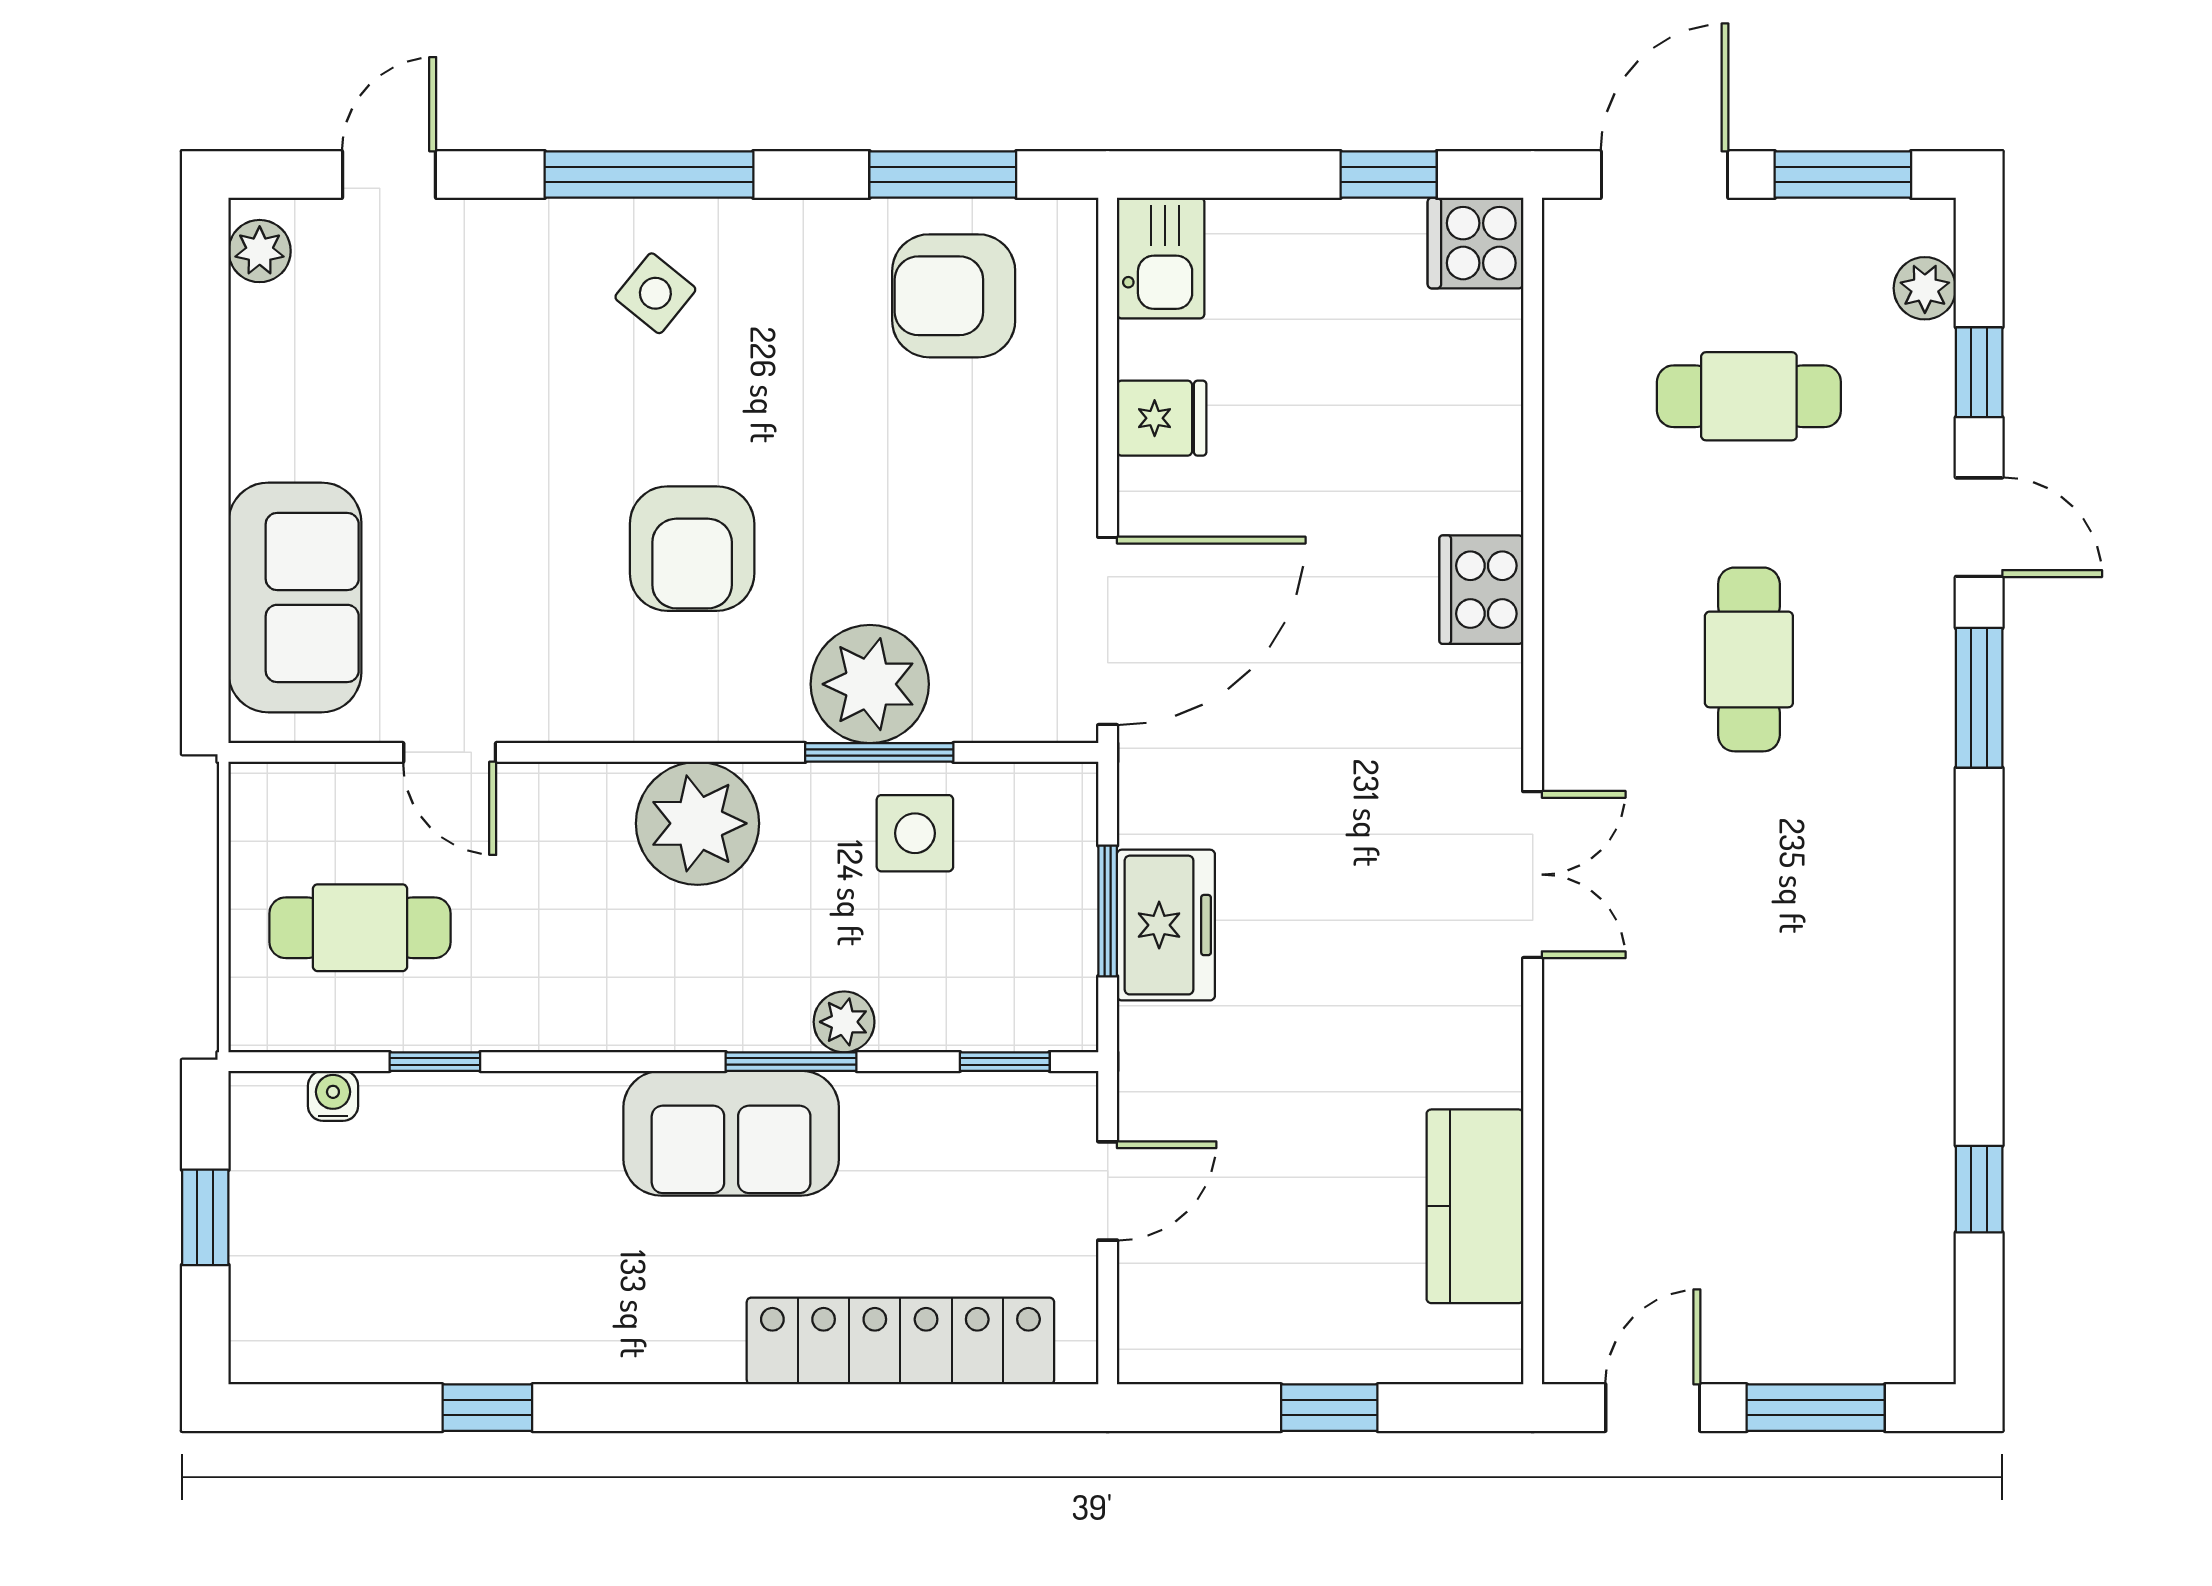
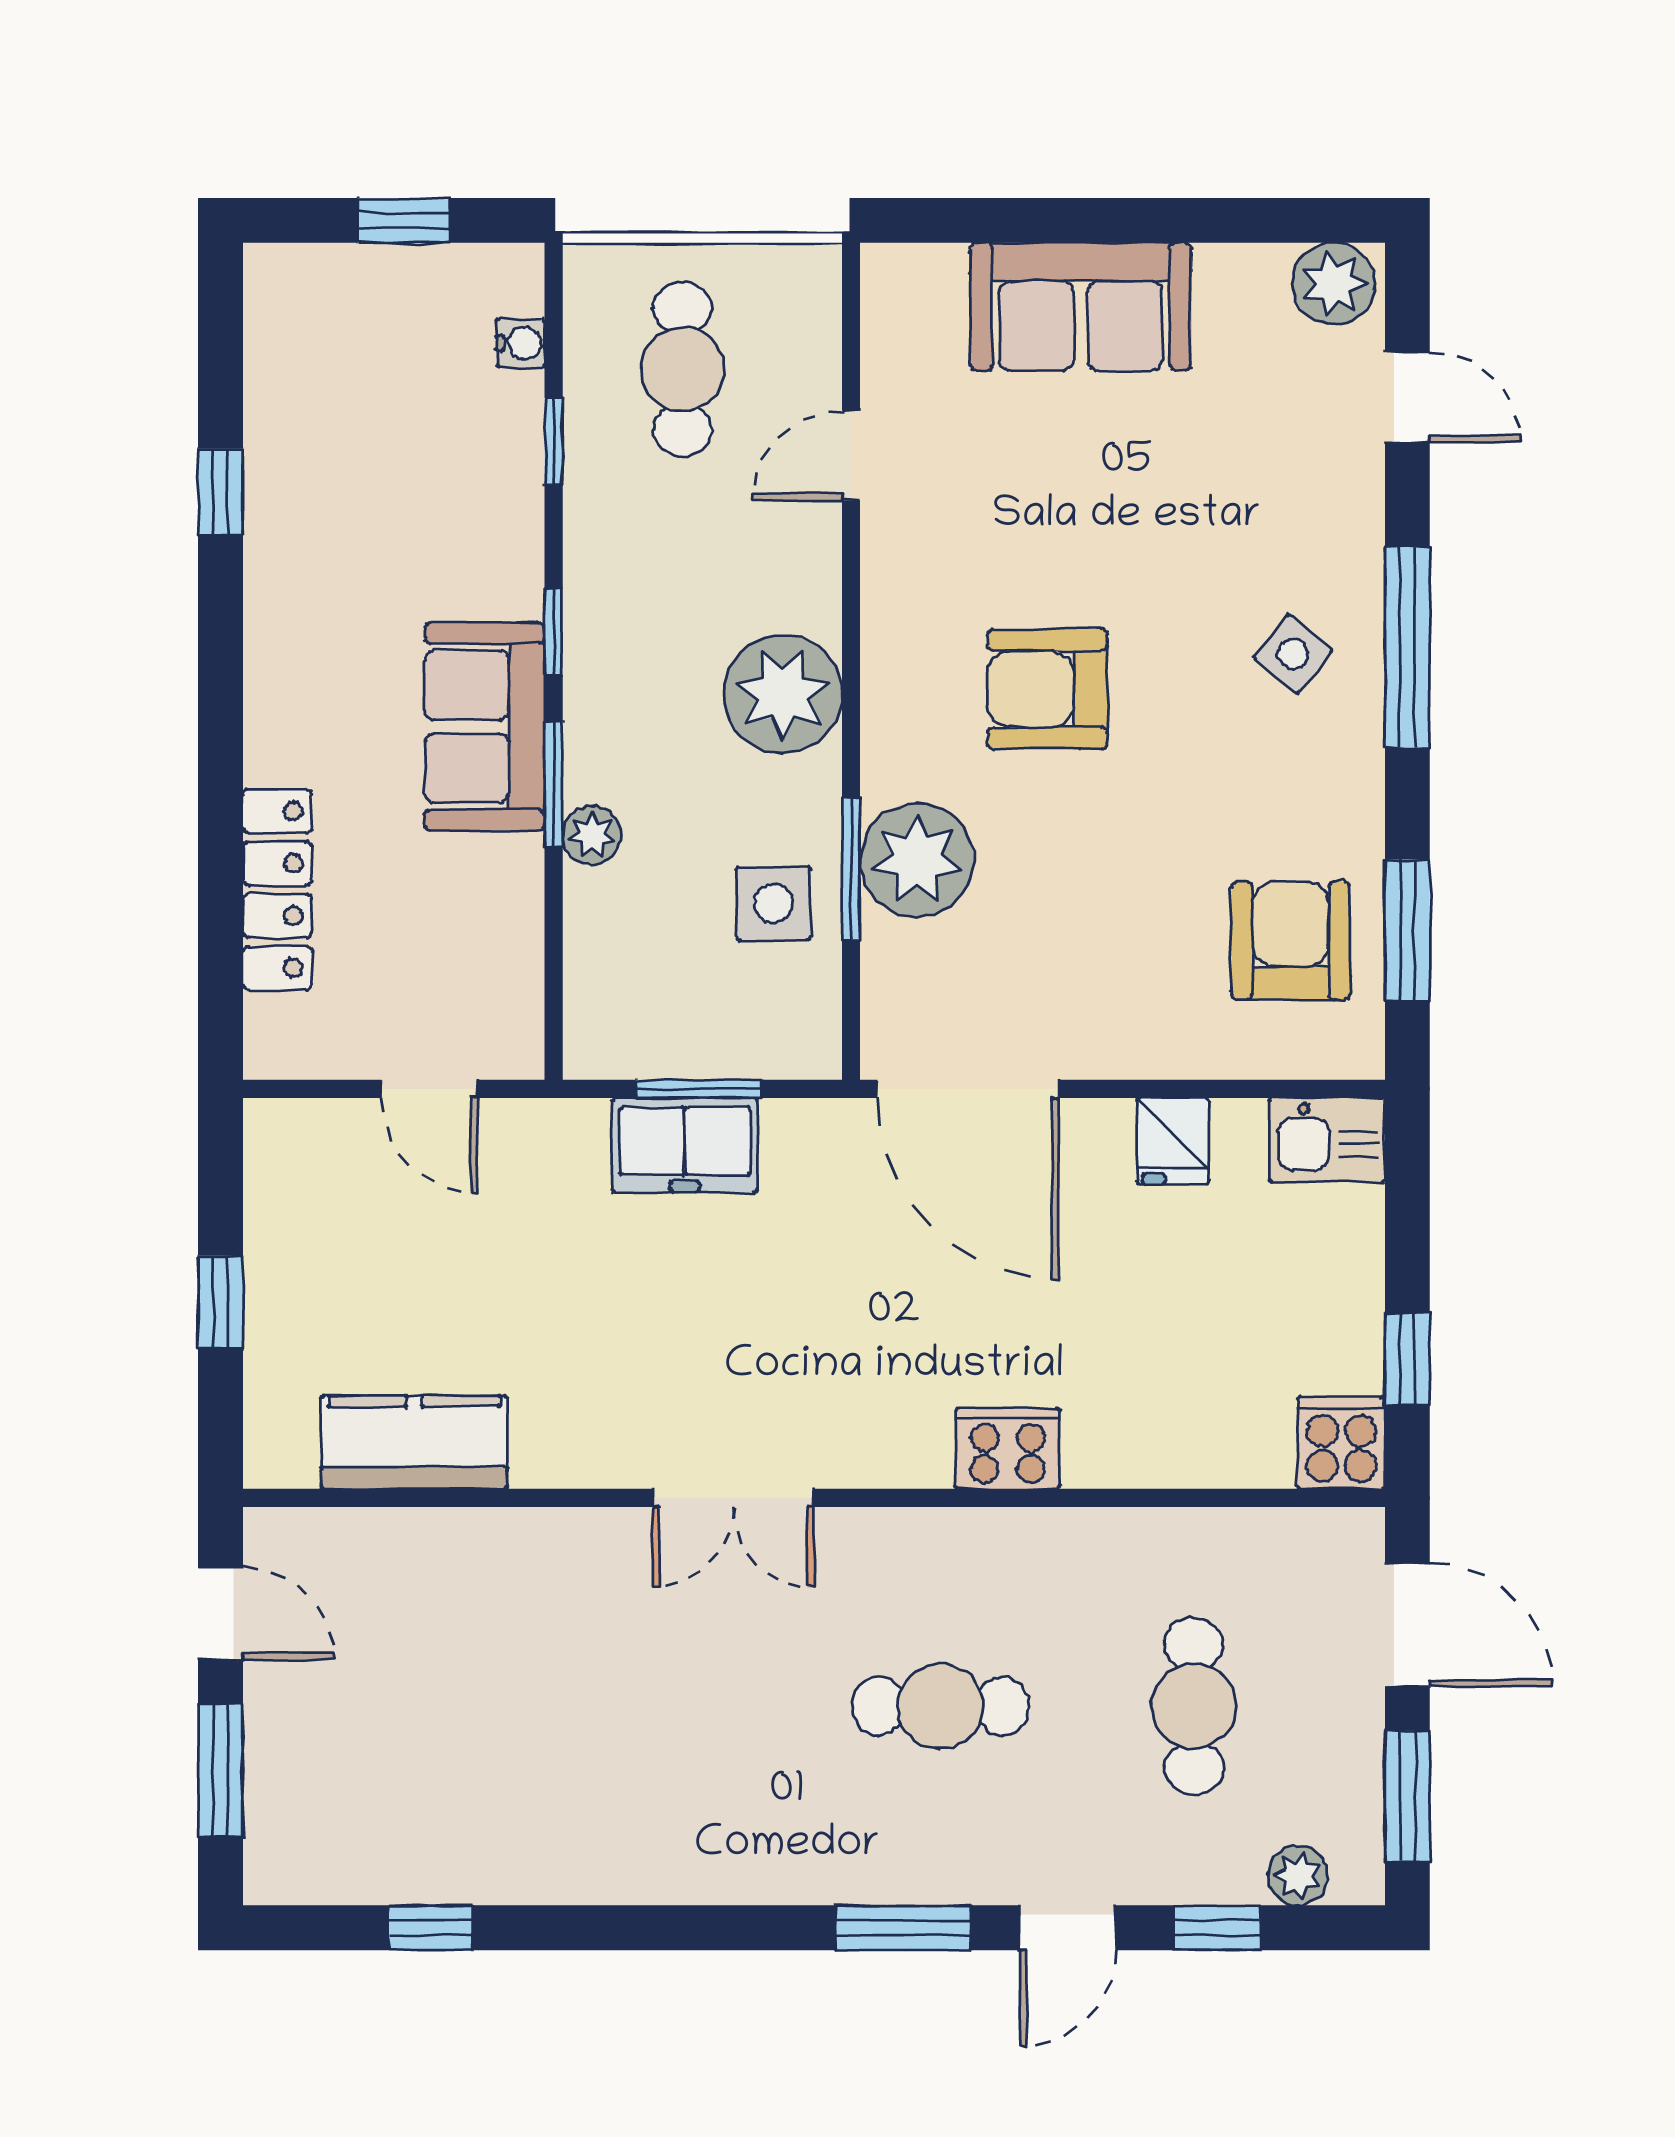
plant: (260, 251) -> (1334, 284), width x1.38, depth x1.38
sofa: (295, 597) -> (1081, 307), moved
window: (1005, 1062) -> (554, 632), moved
locker: (900, 1341) -> (277, 889), width x0.71, depth x0.83

